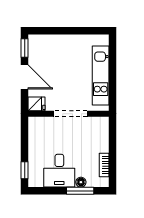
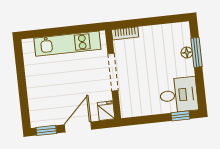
bookcase: (104, 165) -> (125, 33), moved
desk: (59, 171) -> (179, 95), moved

